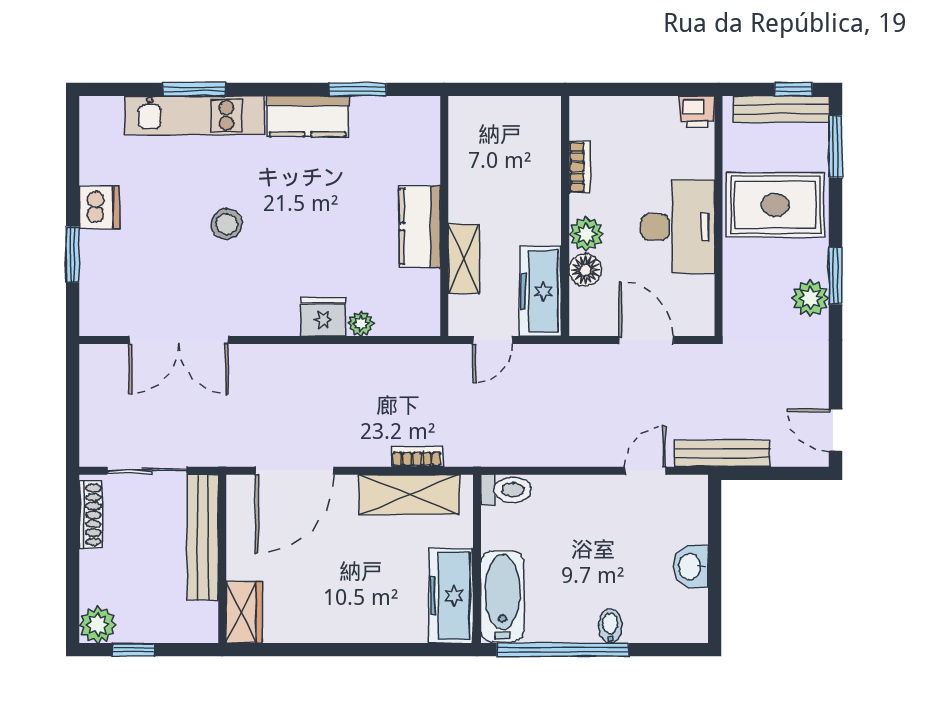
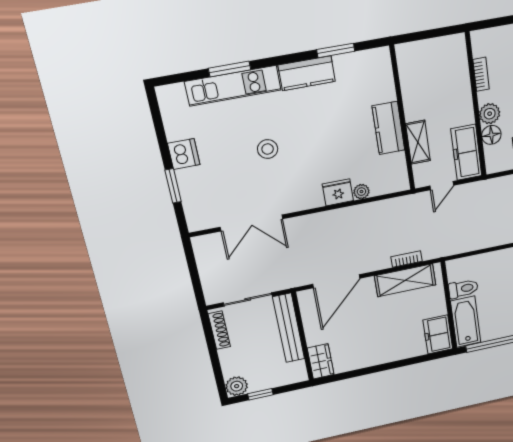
toilet: (506, 490) -> (463, 289), moved
freezer: (451, 596) -> (438, 334), width x0.71

